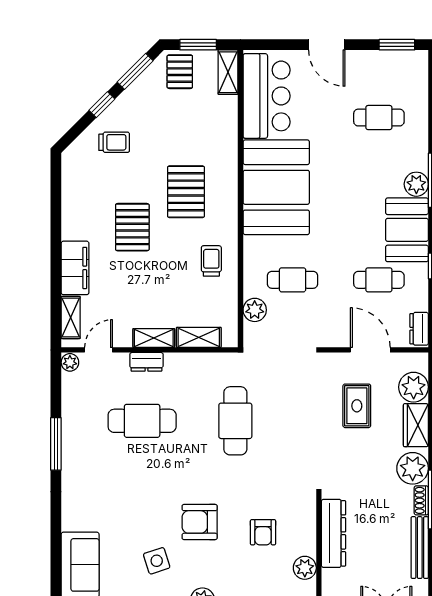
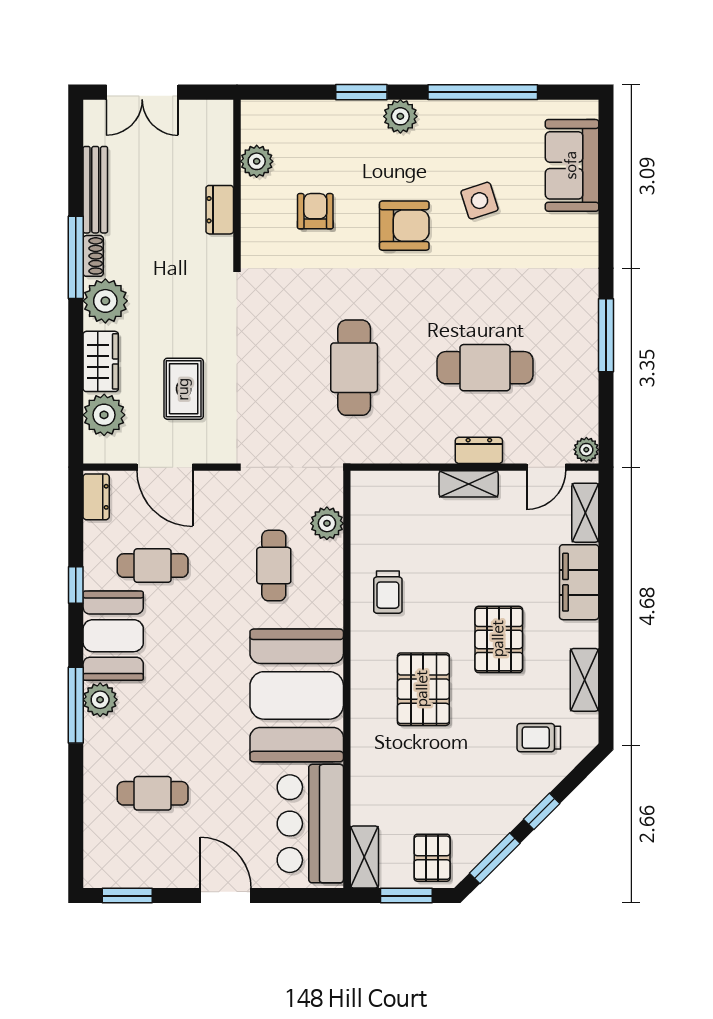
trolley: (114, 142) -> (539, 738), moved
cafe table: (293, 280) -> (274, 566), turned 90
shelving: (199, 337) -> (584, 680), moved, turned 90
dresser: (333, 533) -> (220, 210), width x0.51, depth x0.80
side table: (157, 561) -> (479, 201), moved

